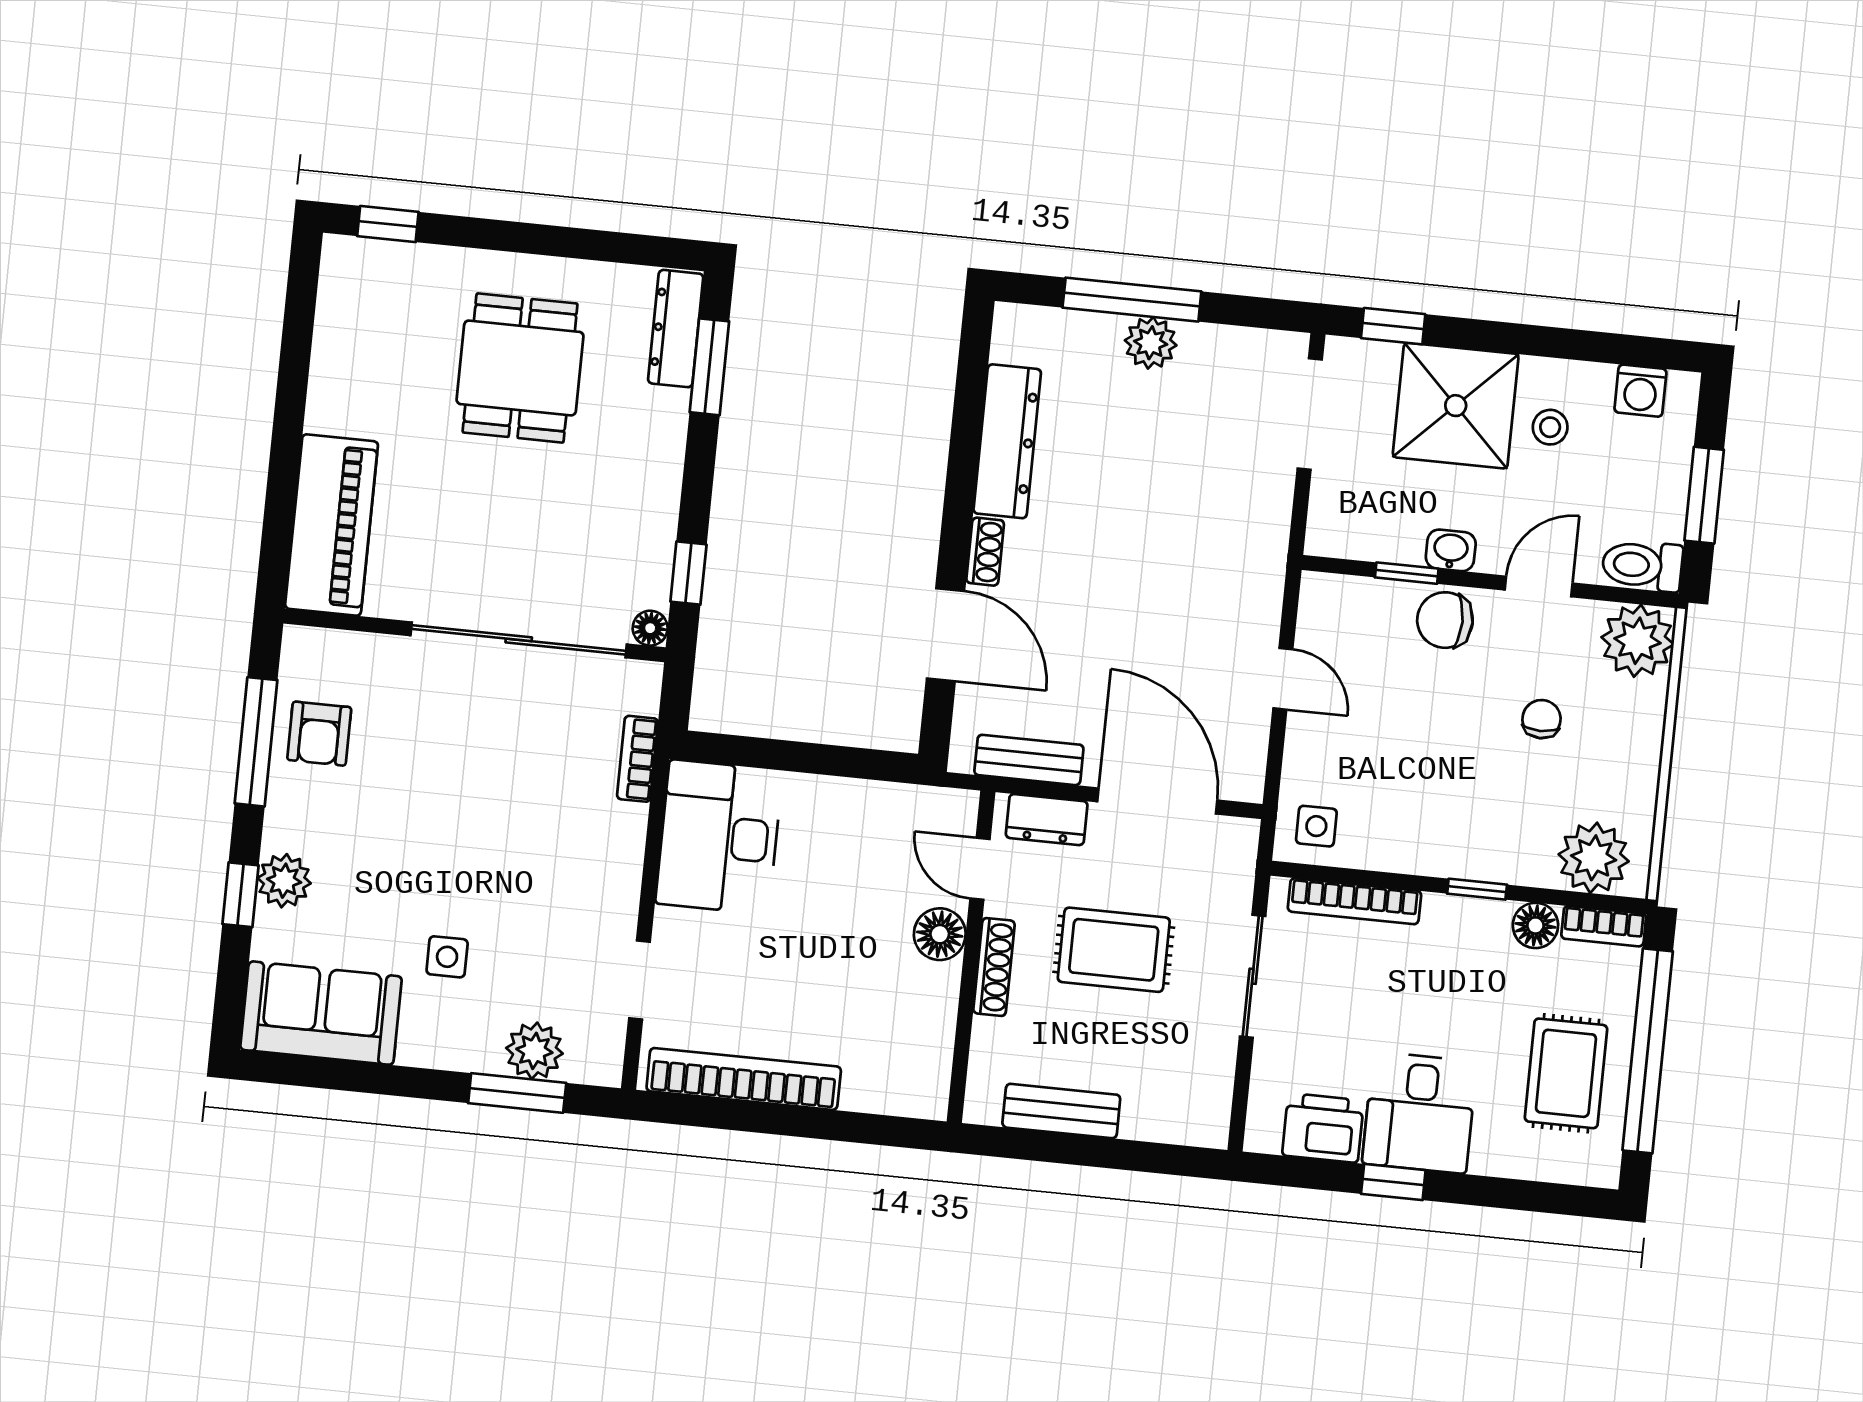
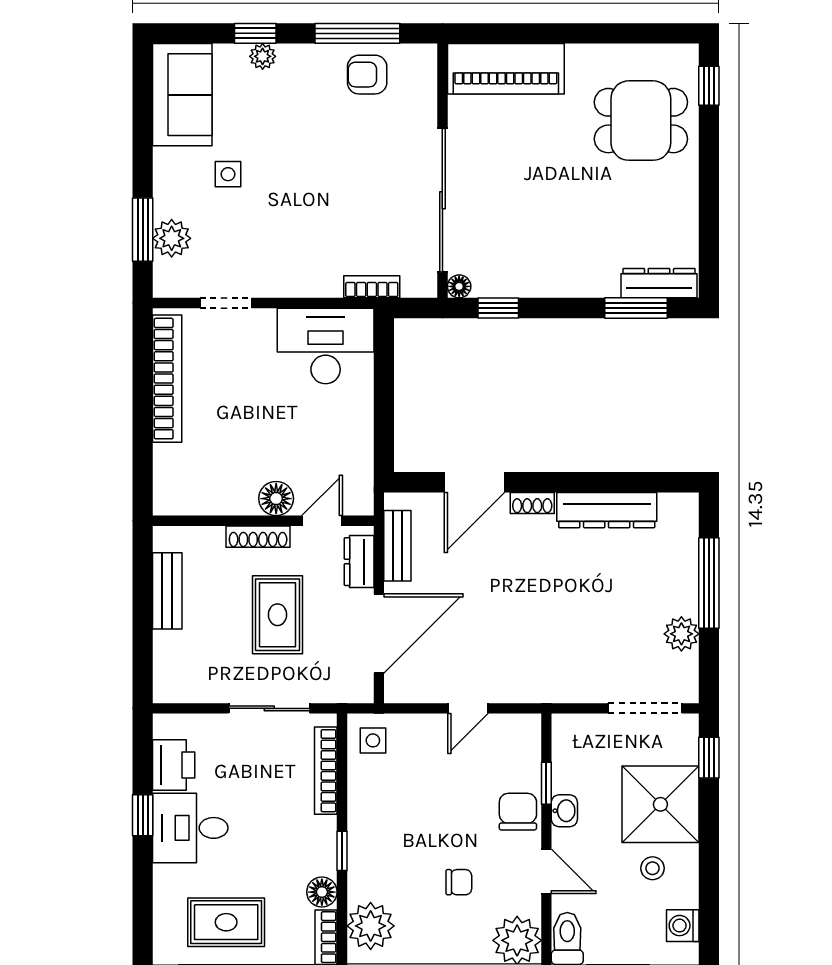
plant: (1151, 343) -> (681, 634), moved
dining table: (520, 368) -> (641, 121), moved
plant: (284, 881) -> (263, 56), width x0.73, depth x0.73

